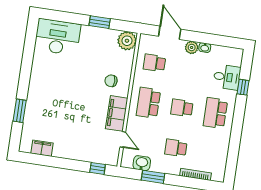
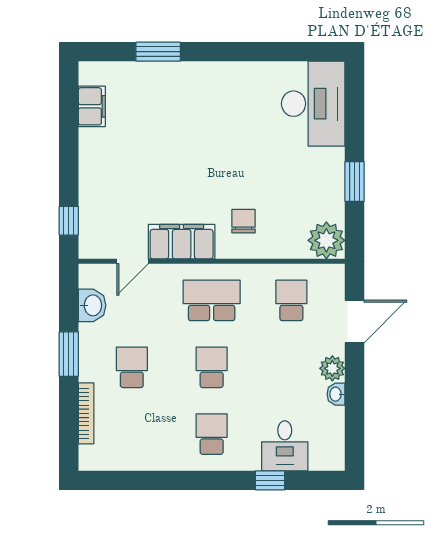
school desk: (215, 113) -> (212, 434), width x0.54
window: (153, 177) -> (69, 354), moved

